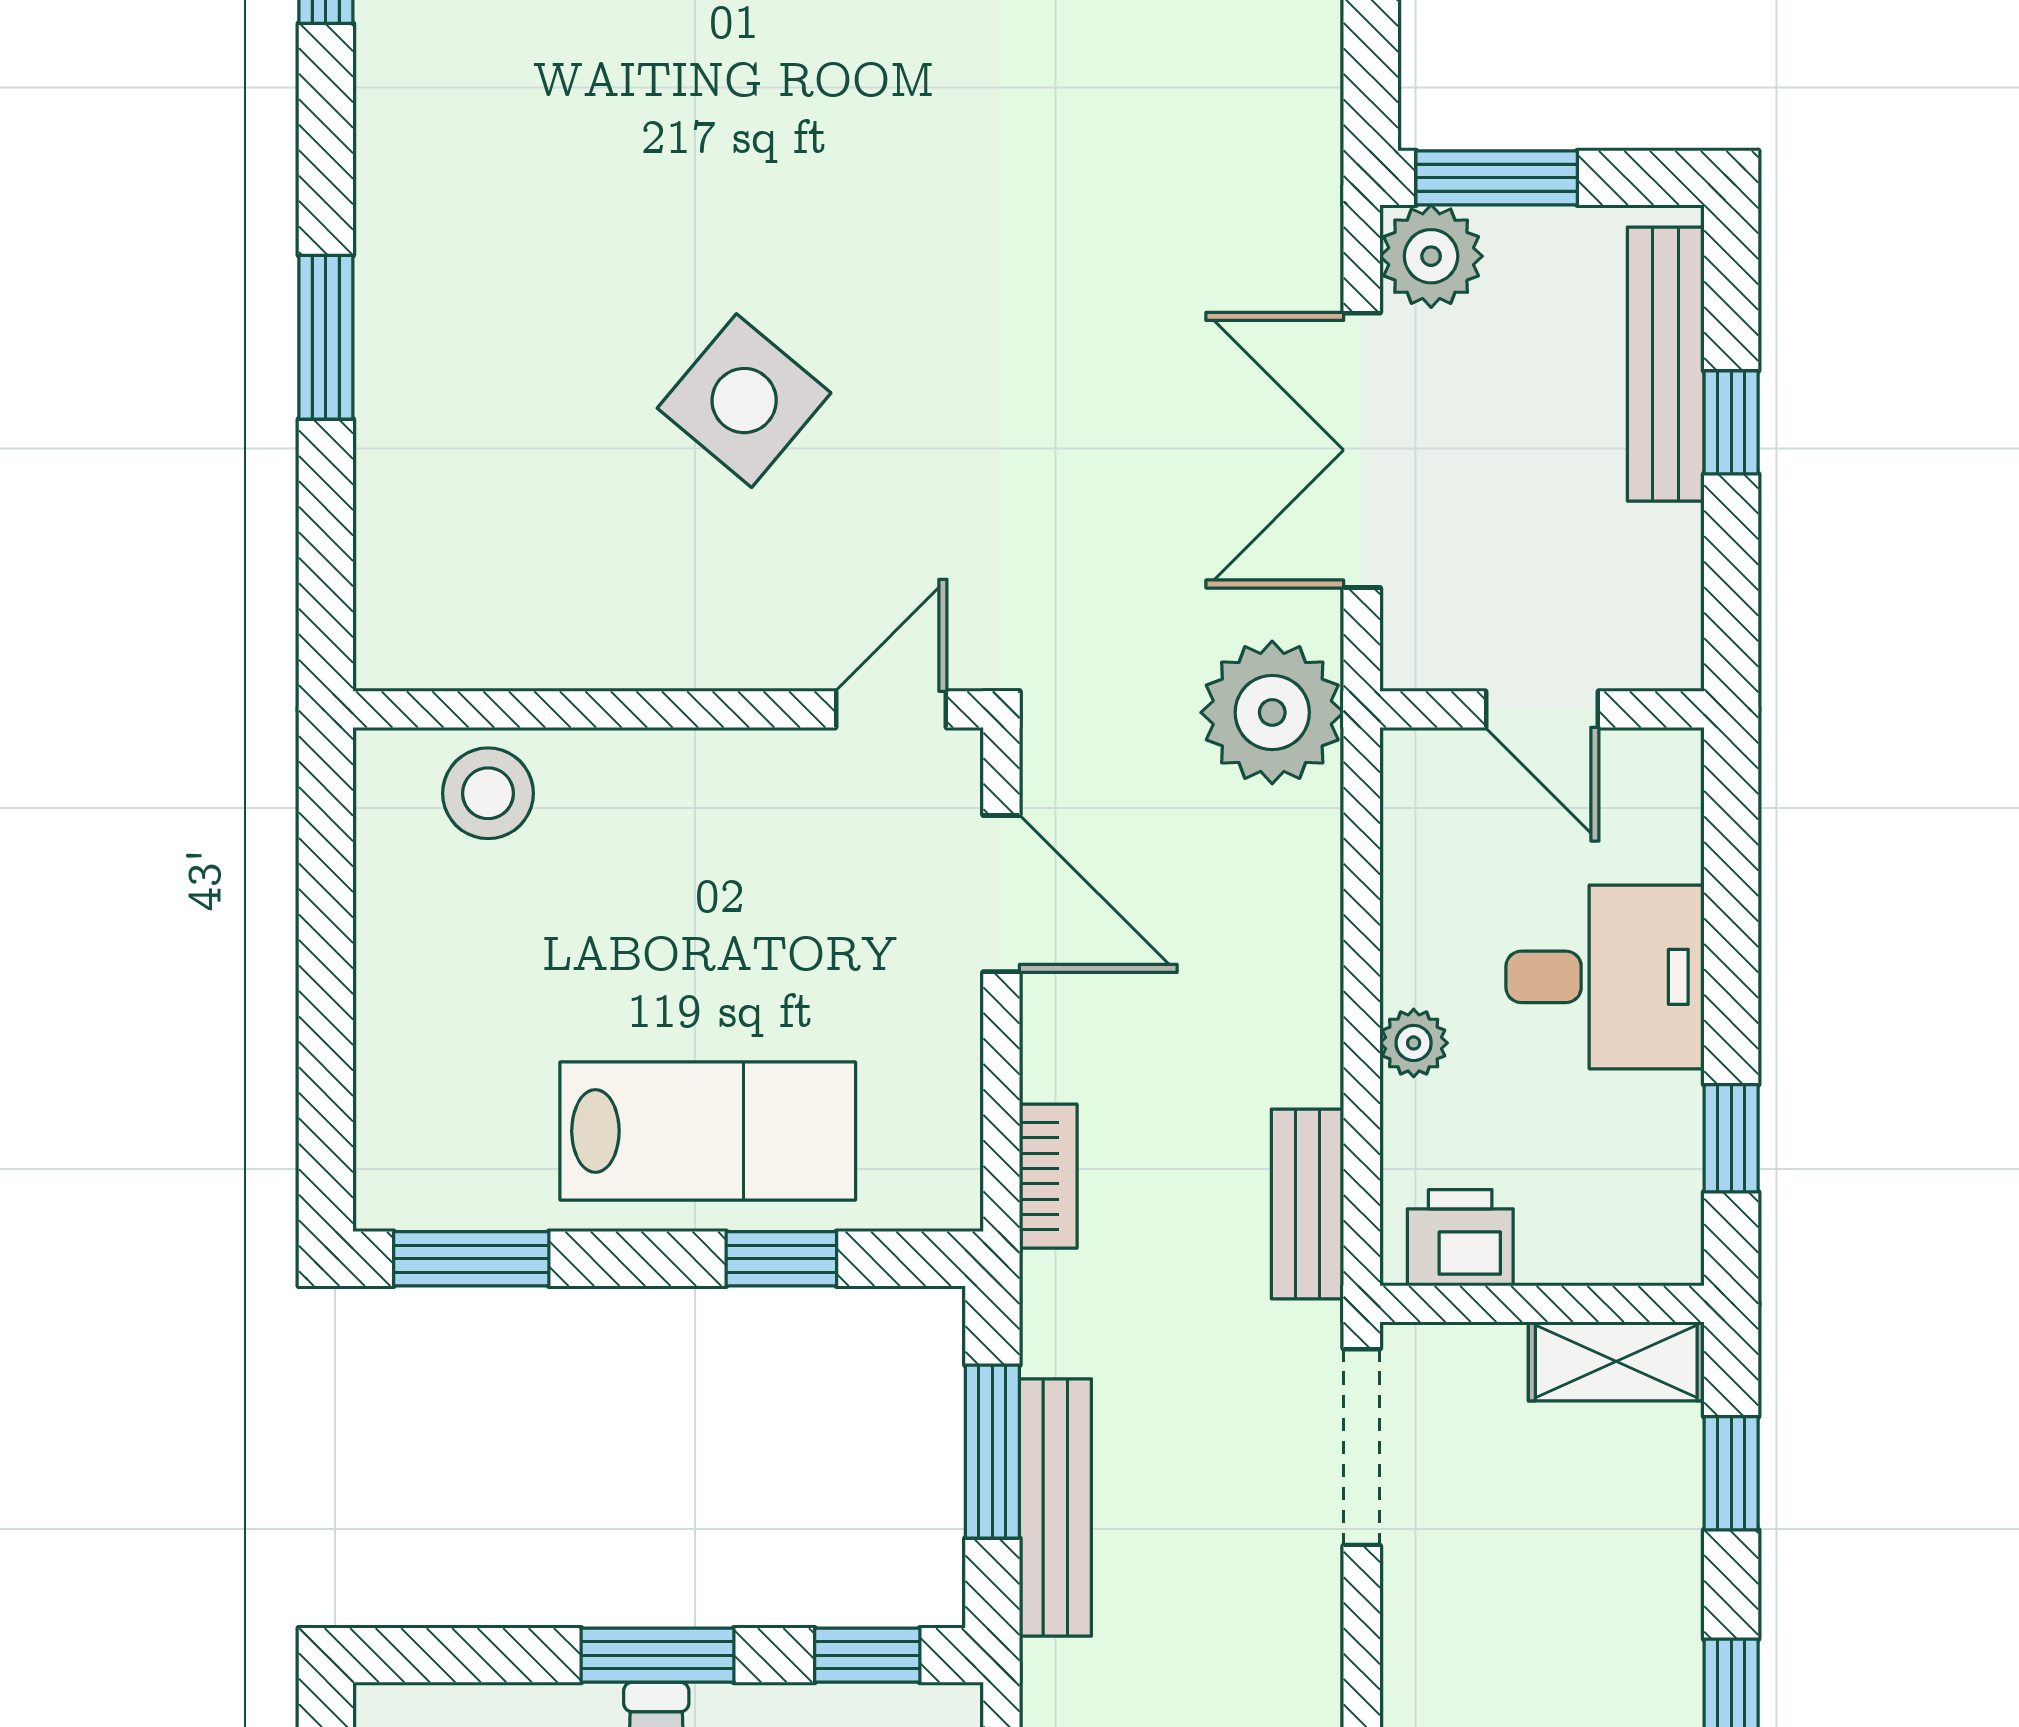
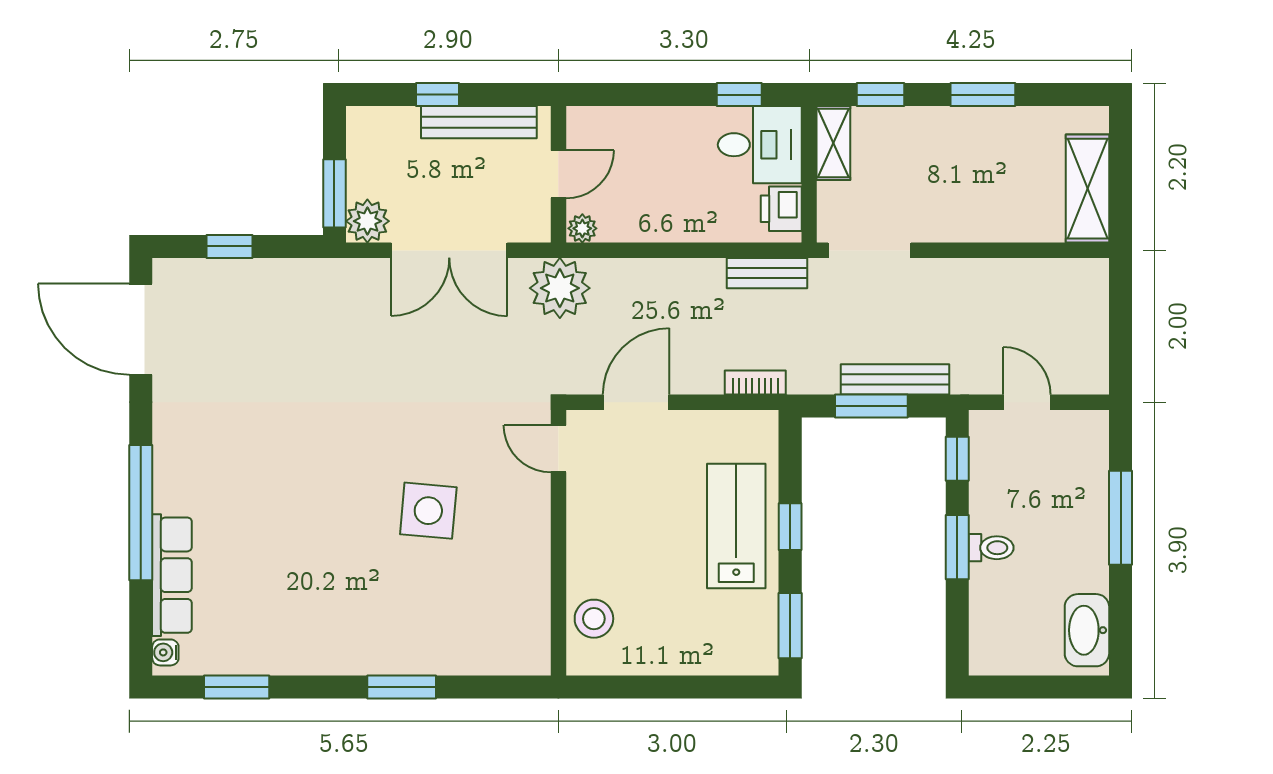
bench: (1666, 364) -> (479, 122), moved
side table: (744, 401) -> (428, 511), turned -35
desk: (1605, 977) -> (760, 145), moved, turned 90
plant: (1414, 1043) -> (582, 228), moved
window: (781, 1259) -> (790, 527), moved

